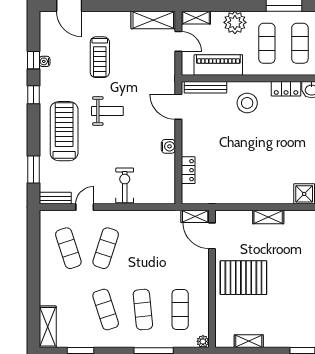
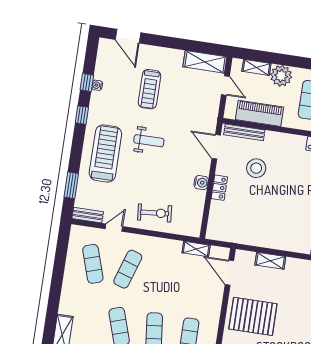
shelving: (196, 18) -> (256, 67), moved
stool: (247, 103) -> (256, 168), moved
locker: (188, 170) -> (219, 188), moved
exercise bike: (125, 185) -> (155, 213), turned 85
shelving: (195, 216) -> (196, 249), moved
shelving: (268, 217) -> (270, 261), moved

